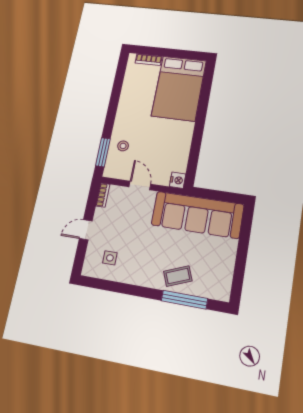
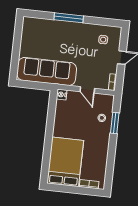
window: (103, 152) -> (115, 123), moved
coffee table: (178, 276) -> (57, 31), removed
window: (184, 300) -> (69, 18), moved

